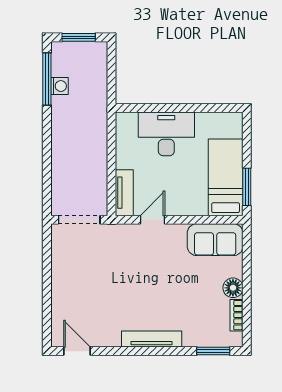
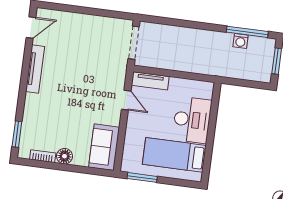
bed: (226, 177) -> (174, 155), moved, turned 180
tv unit: (152, 339) -> (35, 69), moved

